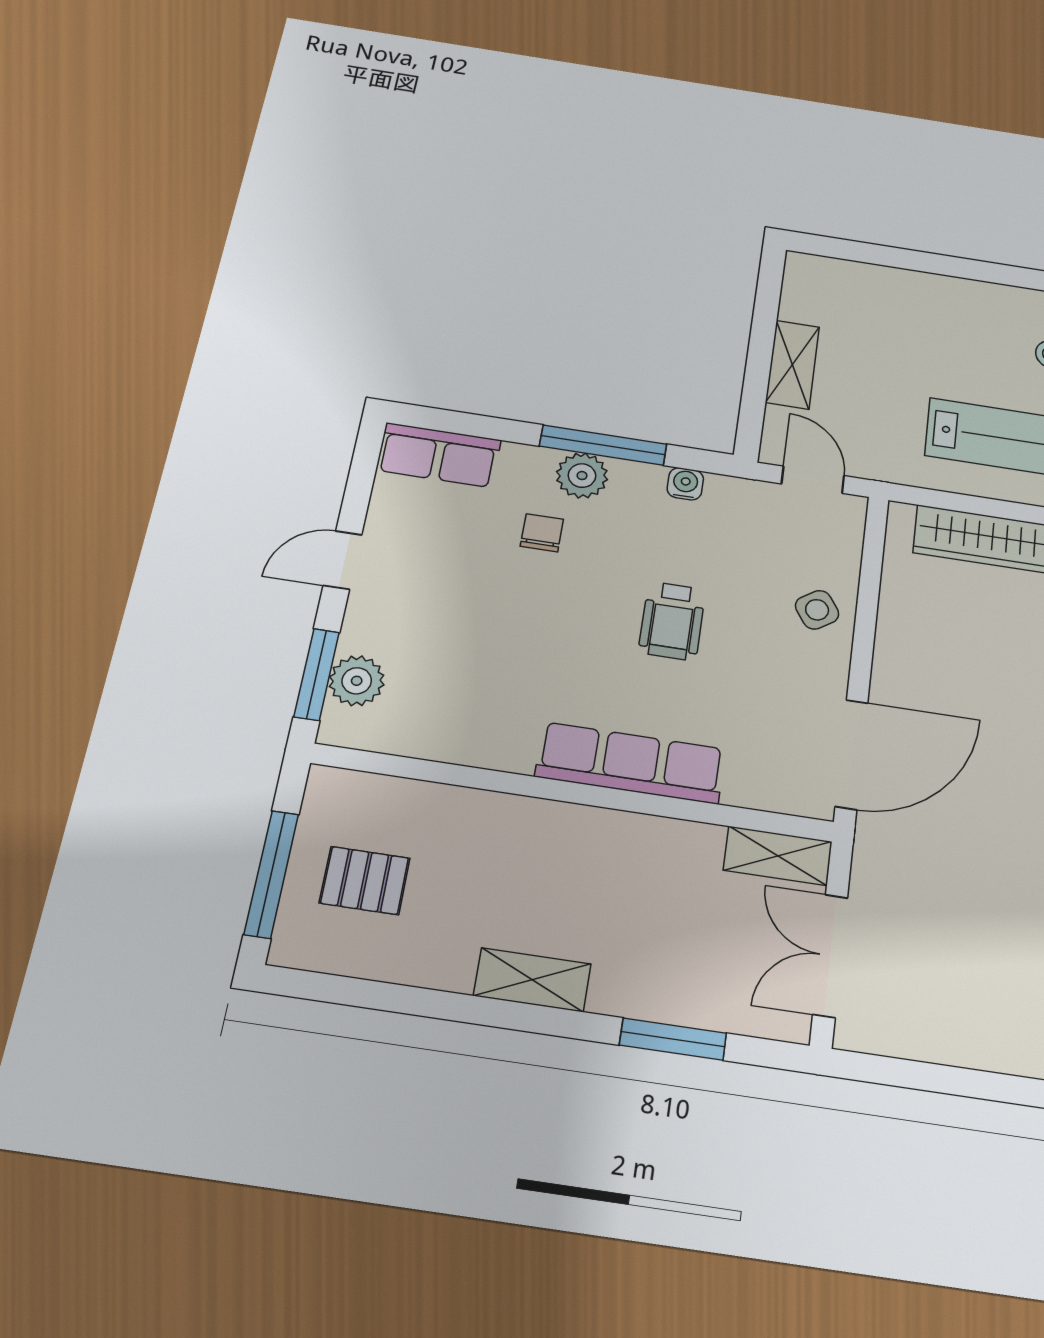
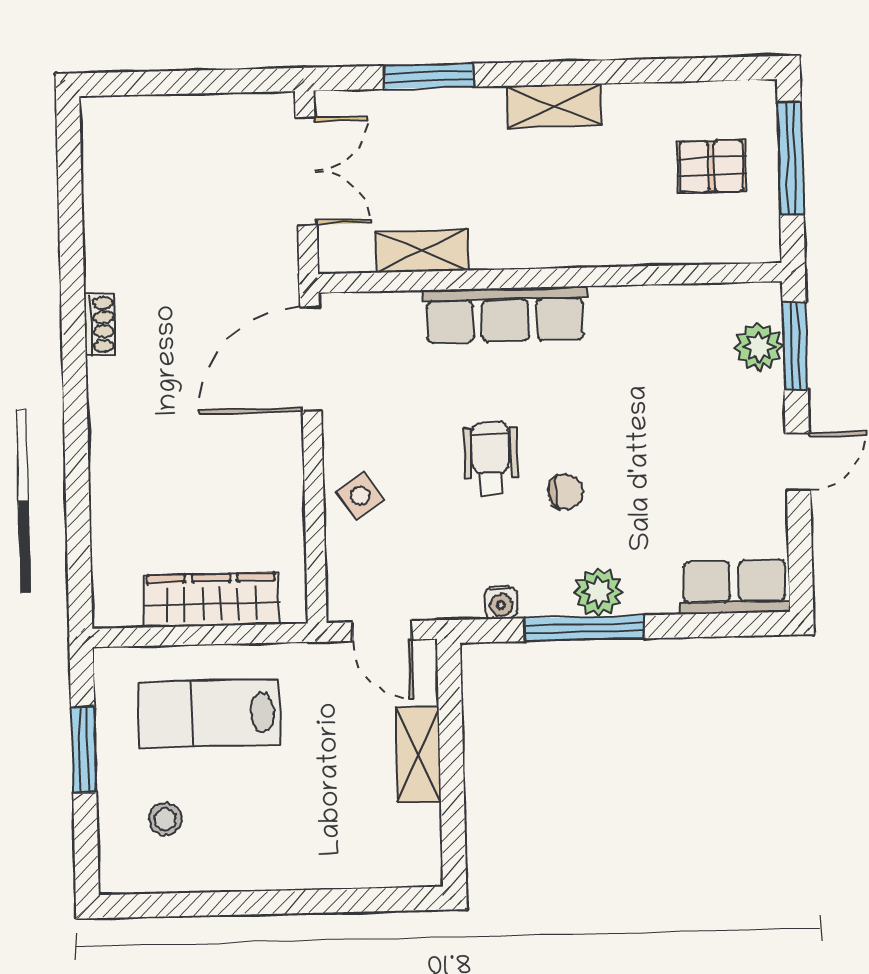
chair: (542, 533) -> (566, 492), moved, turned -90
shelving: (778, 856) -> (422, 251), moved

